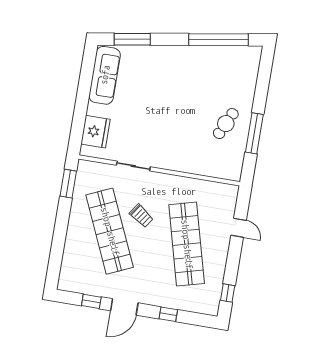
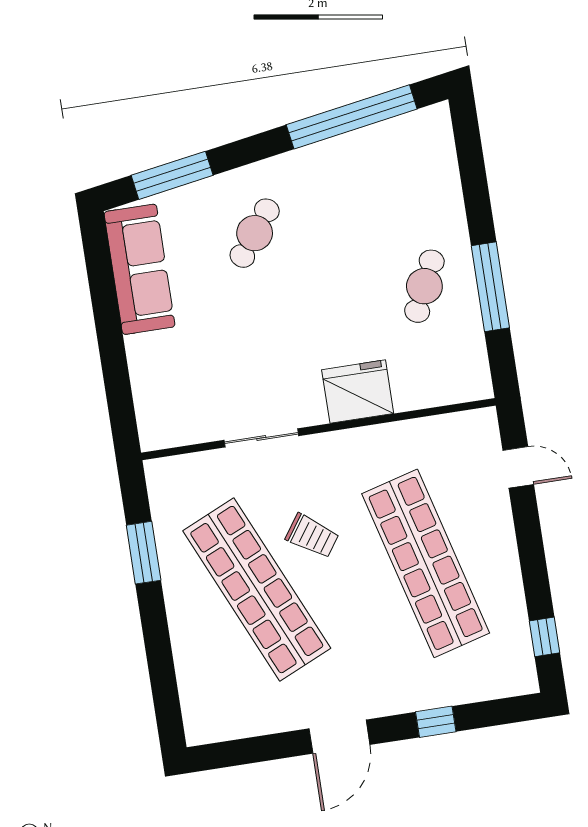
cafe table: (160, 76) -> (255, 233), added
fridge: (96, 132) -> (358, 392), moved, turned -90
window: (68, 184) -> (144, 553), moved
door: (239, 228) -> (518, 467), moved
window: (91, 301) -> (267, 748), removed

